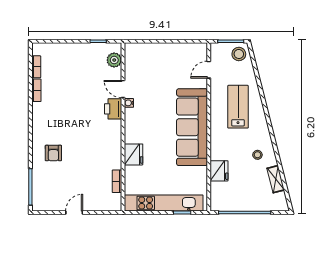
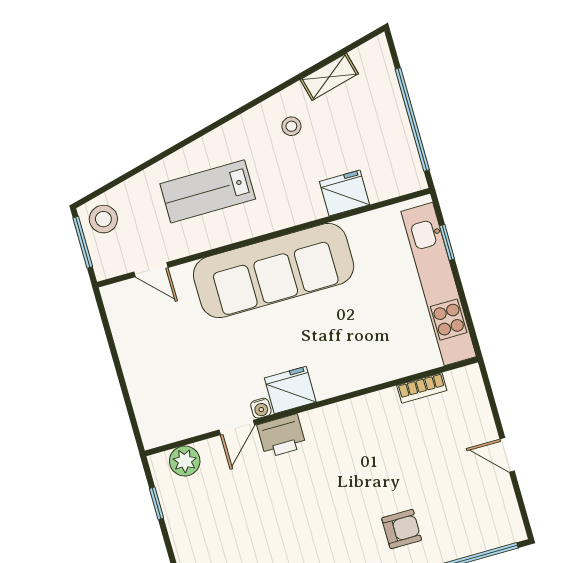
fridge: (134, 154) -> (290, 390), moved

